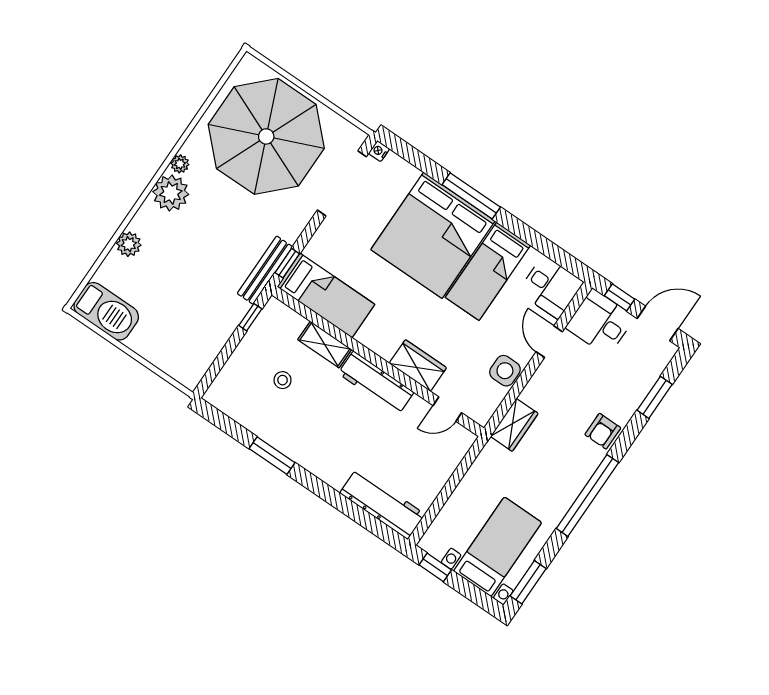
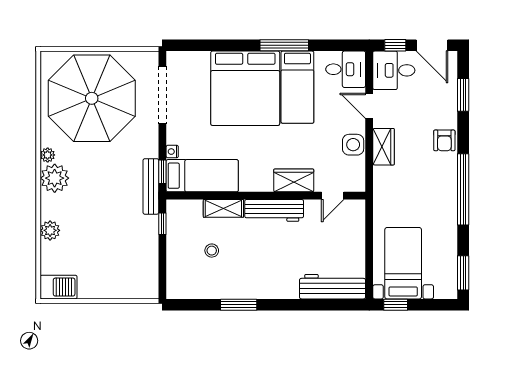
nightstand: (379, 151) -> (172, 152), moved
window: (471, 196) -> (284, 45), moved
barbecue: (106, 311) -> (59, 287), width x0.73, depth x0.83
door: (658, 324) -> (432, 45), swing flipped
wardrobe: (514, 425) -> (384, 147), moved
bed with nightstands: (498, 547) -> (403, 263), moved

